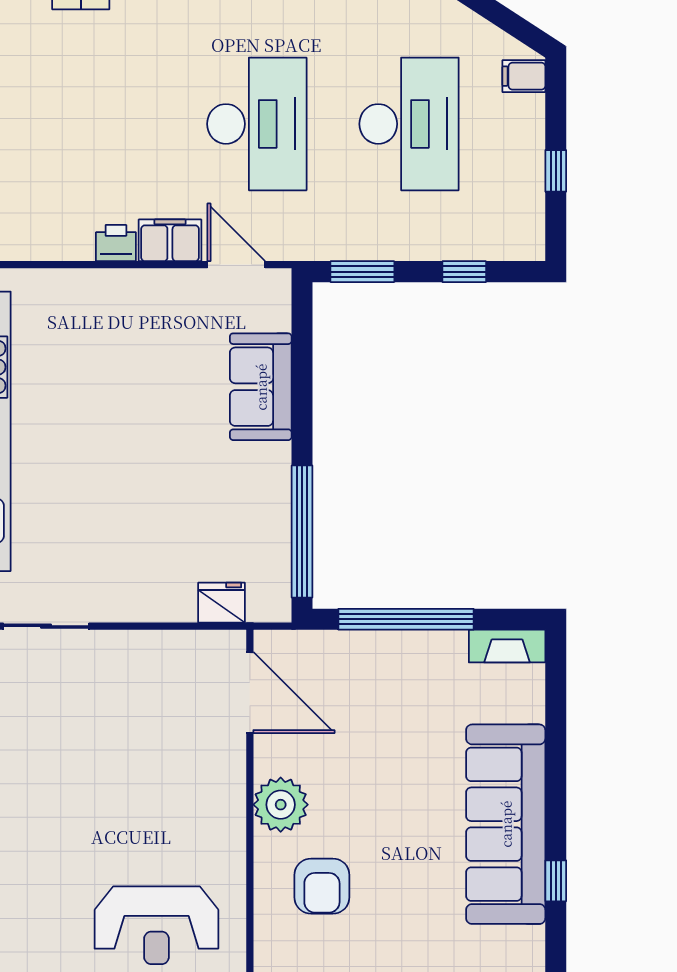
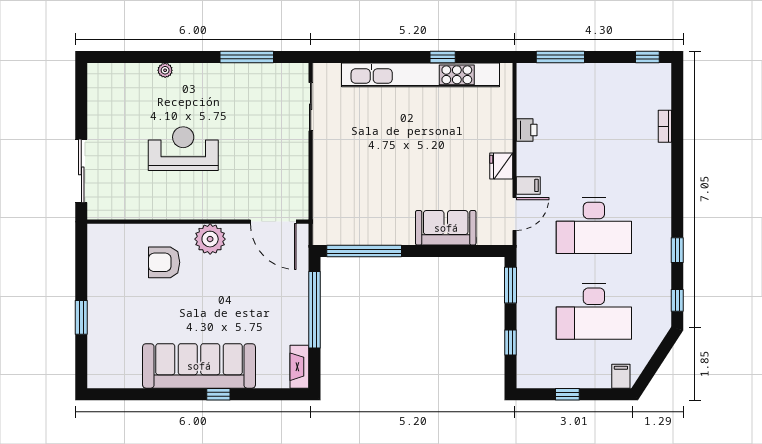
filing cabinet: (170, 240) -> (528, 185), width x0.50
printer: (116, 243) -> (527, 130), moved
fridge: (222, 603) -> (501, 166), moved, turned 180
door: (250, 693) -> (273, 222), hinge flipped
window: (556, 881) -> (218, 394), moved
reception desk: (156, 925) -> (183, 149), moved, turned 90

